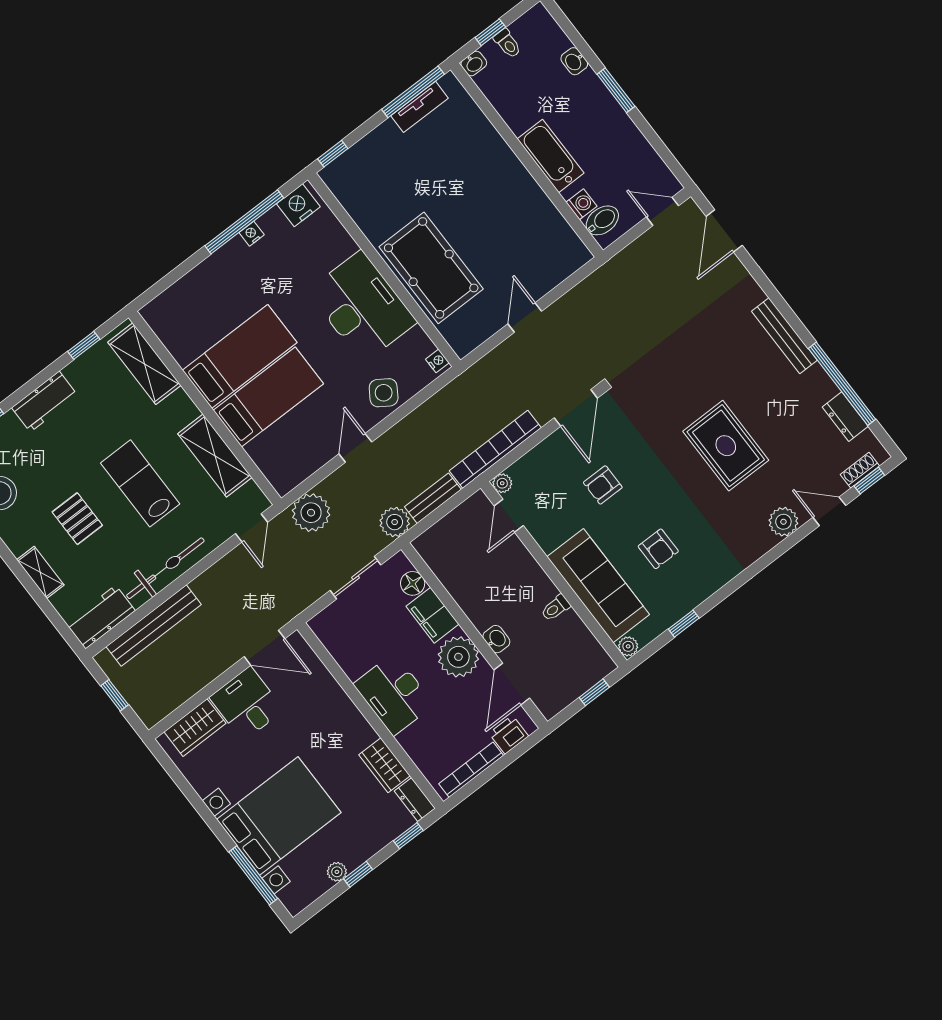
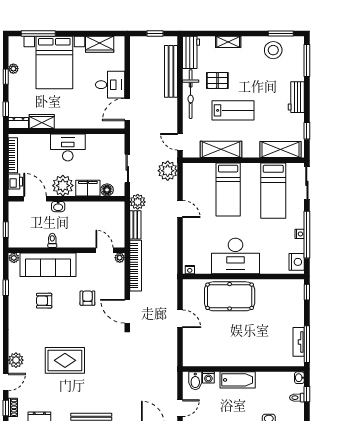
sliding door: (165, 283) -> (307, 183), added
bed: (240, 356) -> (273, 191), moved
side table: (384, 393) -> (194, 238), removed
pallet: (77, 519) -> (217, 80), moved
wardrobe: (195, 728) -> (100, 44), moved, turned -90

